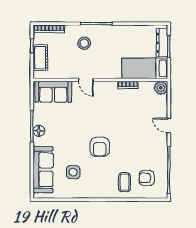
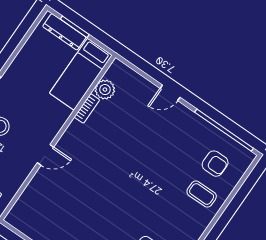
plant: (161, 88) -> (105, 90), moved
sofa: (53, 92) -> (32, 204), removed
armchair: (100, 147) -> (138, 194), removed
armchair: (147, 178) -> (215, 164), turned -90

